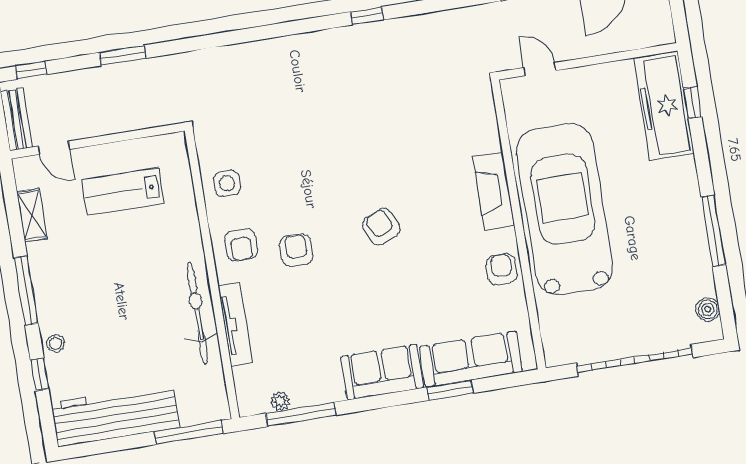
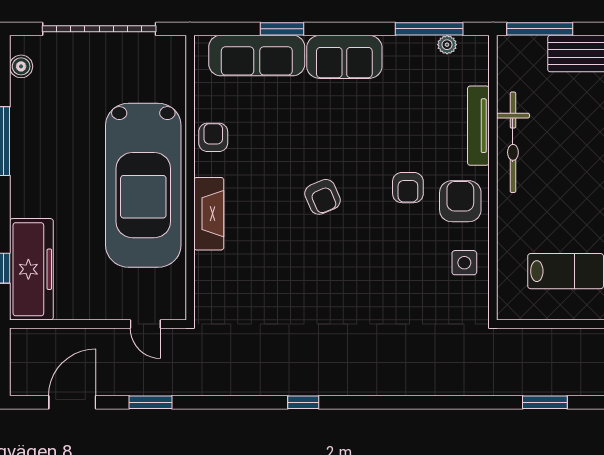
armchair: (241, 245) -> (460, 201), width x1.38, depth x1.38
armchair: (502, 269) -> (213, 137), turned 180

